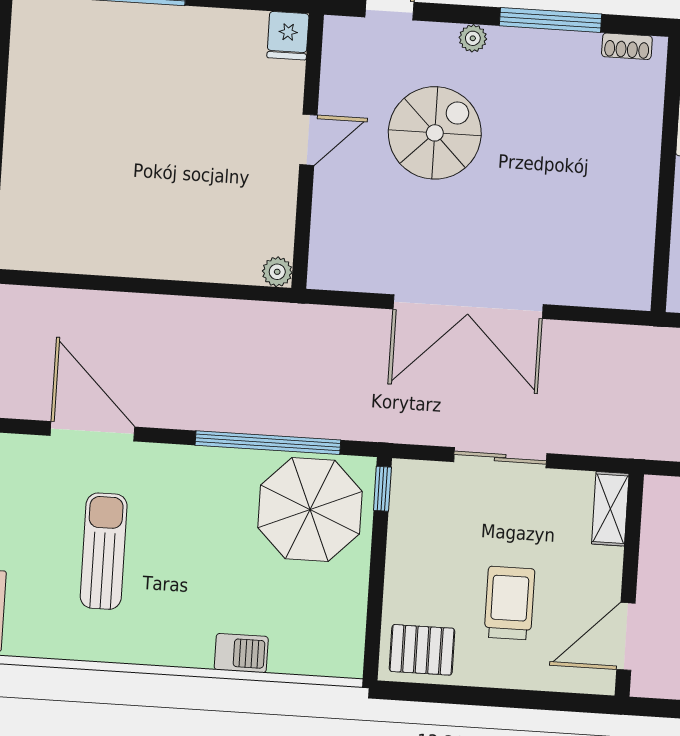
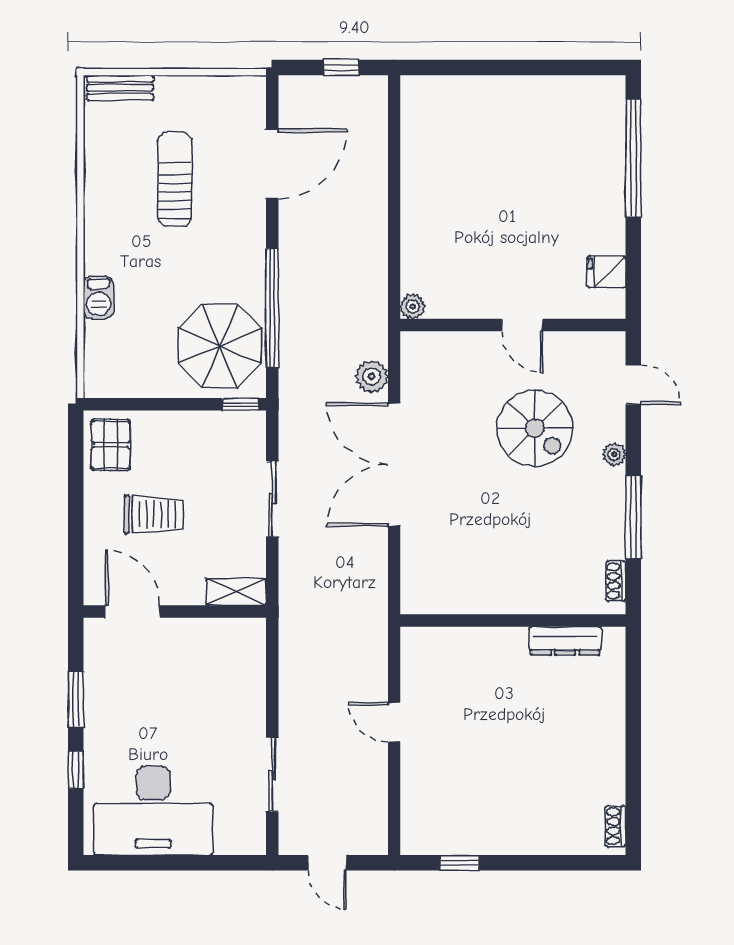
fridge: (288, 36) -> (607, 272), moved
plant: (359, 327) -> (372, 376), added
sun lounger: (104, 551) -> (175, 179), turned -90

